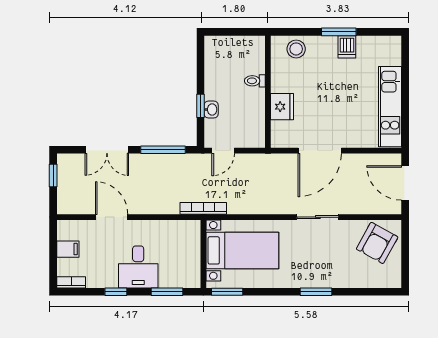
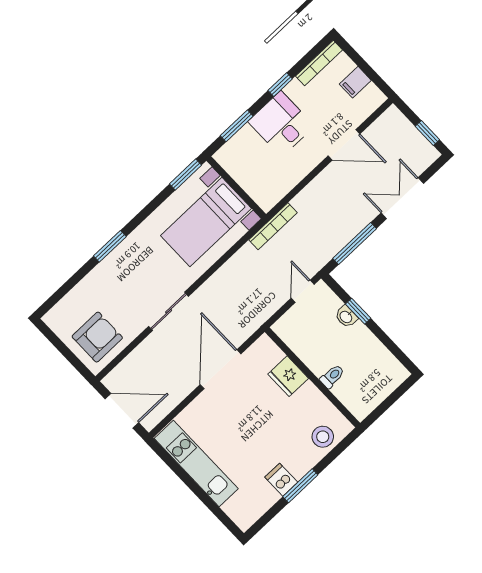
armchair: (377, 243) -> (97, 337), turned 61
bookcase: (71, 282) -> (319, 63), width x1.56

